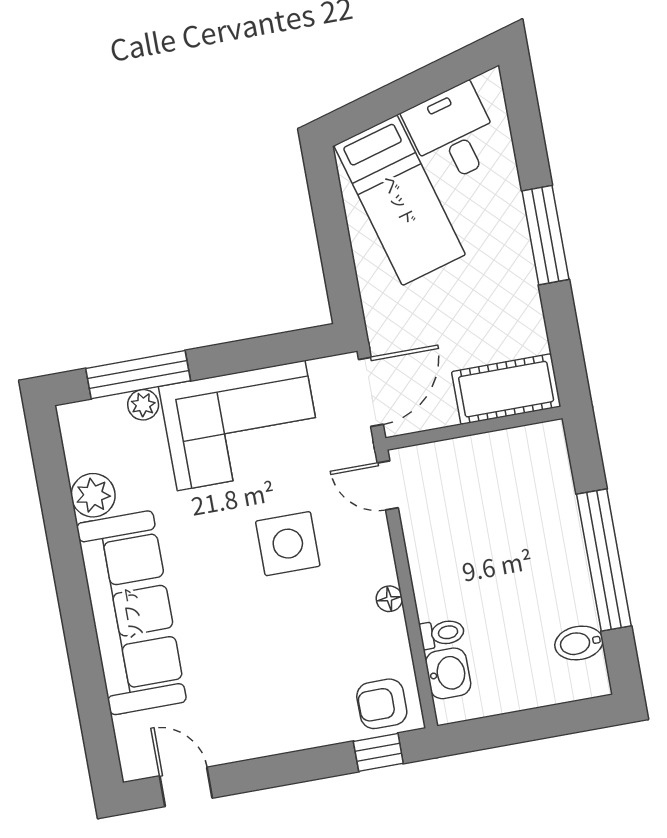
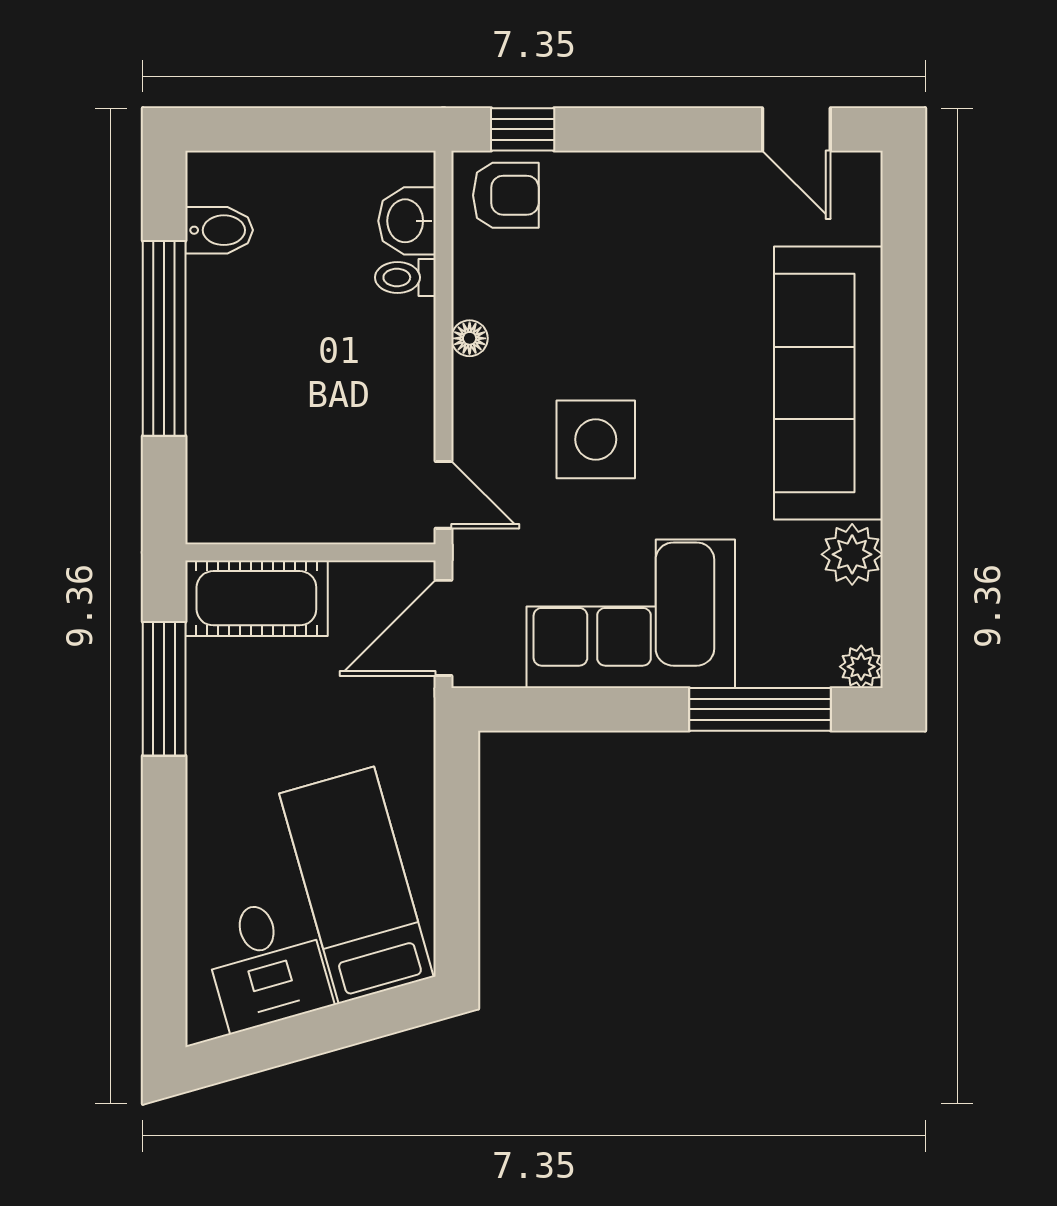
window: (545, 235) -> (164, 689), moved
plant: (143, 405) -> (861, 667), moved

